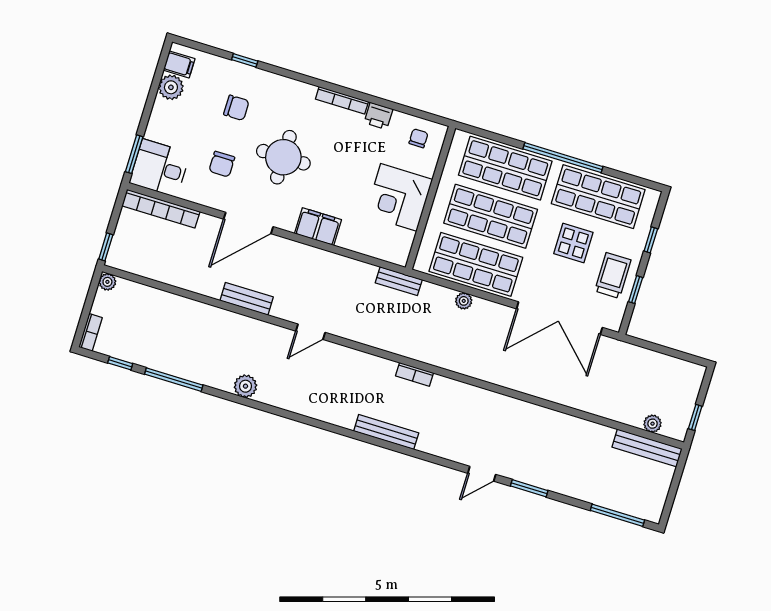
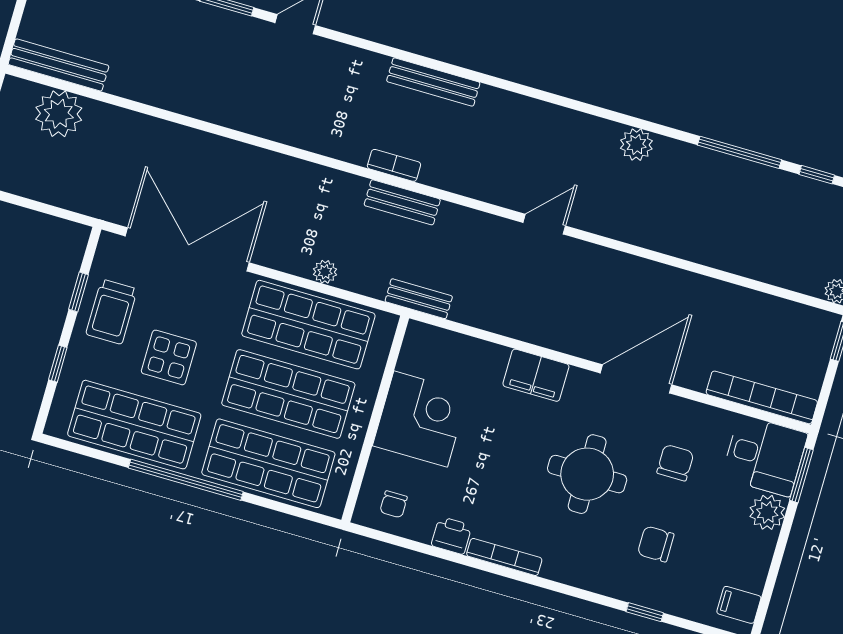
plant: (171, 87) -> (767, 512), moved
bench: (247, 299) -> (402, 202), moved
plant: (653, 424) -> (59, 114), width x1.87, depth x1.87

